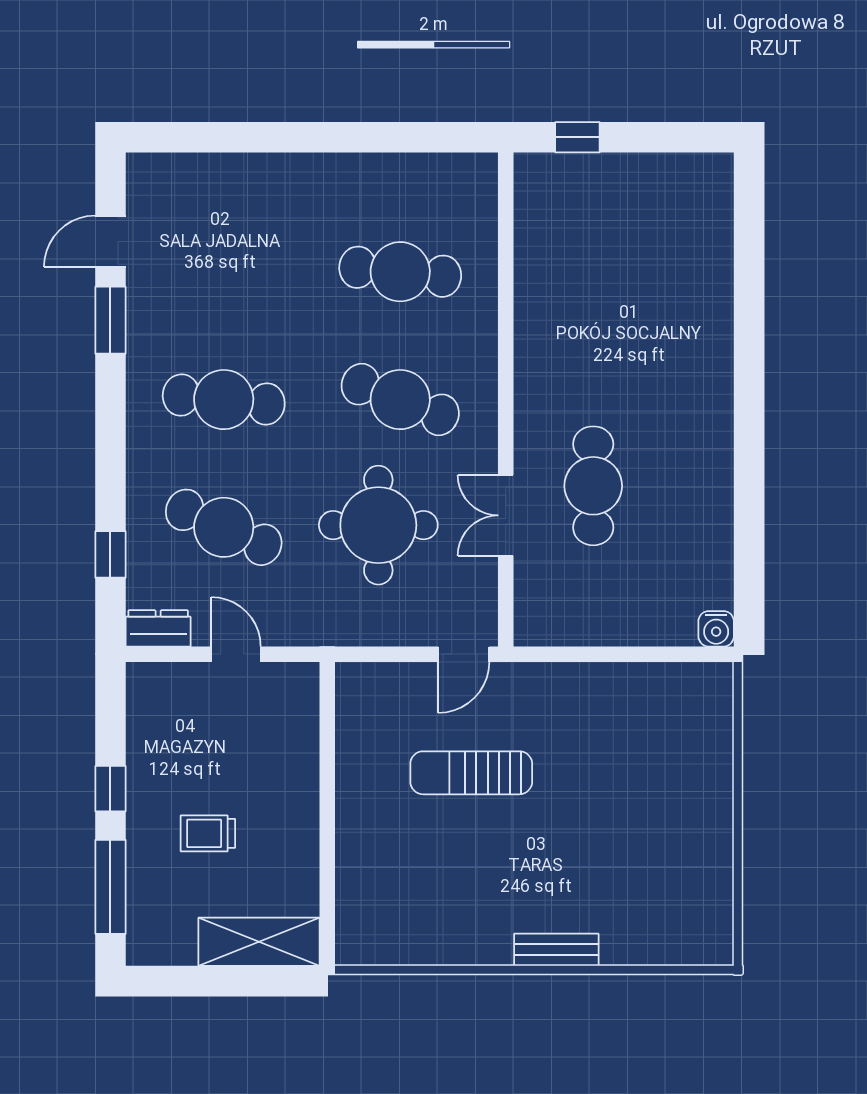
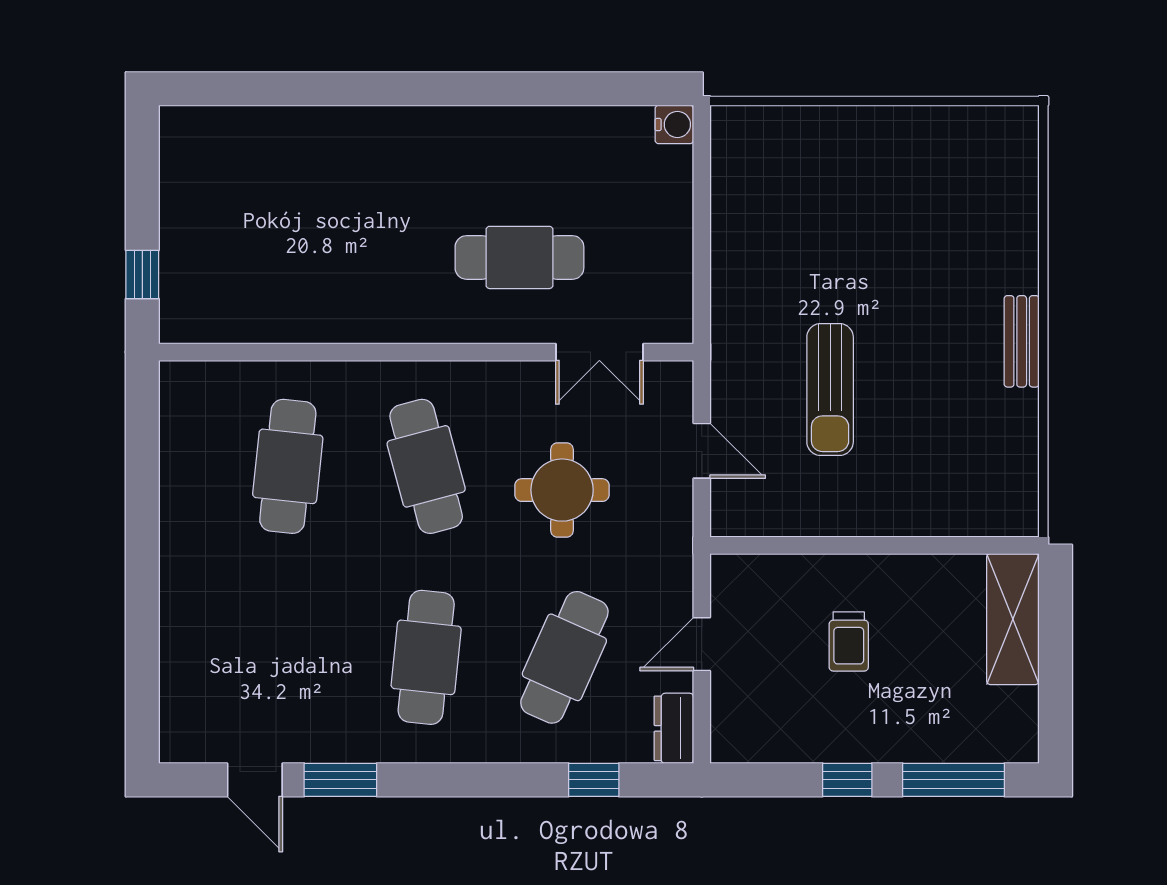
cafe table: (400, 400) -> (426, 466), turned -36
double door: (506, 515) -> (599, 352), moved
round table: (378, 525) -> (562, 490), width x0.73, depth x0.73
door: (464, 654) -> (702, 451), moved
trolley: (208, 833) -> (849, 642), moved
bench: (556, 950) -> (1022, 341), moved

